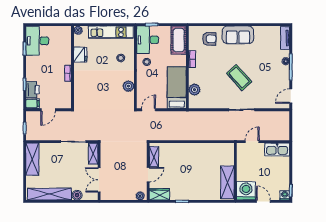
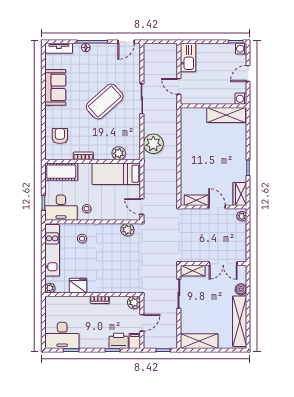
sofa: (238, 35) -> (55, 87), moved
coffee table: (239, 78) -> (105, 102), width x1.36, depth x1.32
plant: (128, 86) -> (127, 230), moved
door: (291, 96) -> (126, 42), hinge flipped
plant: (66, 103) -> (134, 302), added
door: (48, 110) -> (142, 323), hinge flipped
plant: (203, 120) -> (153, 144), added
washing machine: (246, 191) -> (241, 99), width x0.53, depth x0.53

